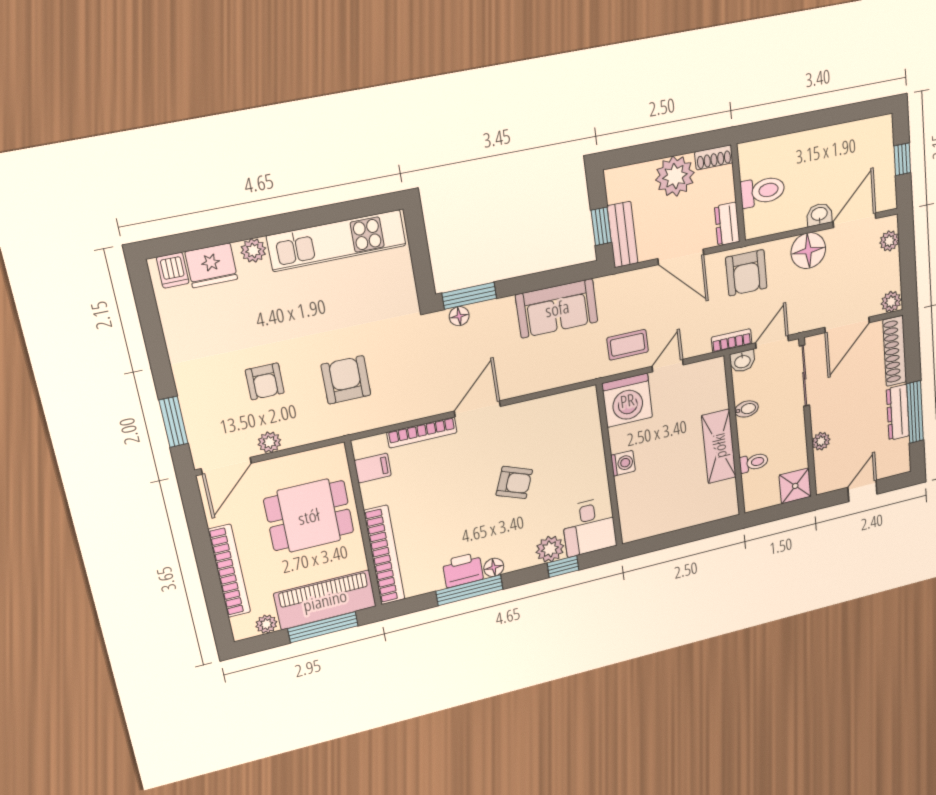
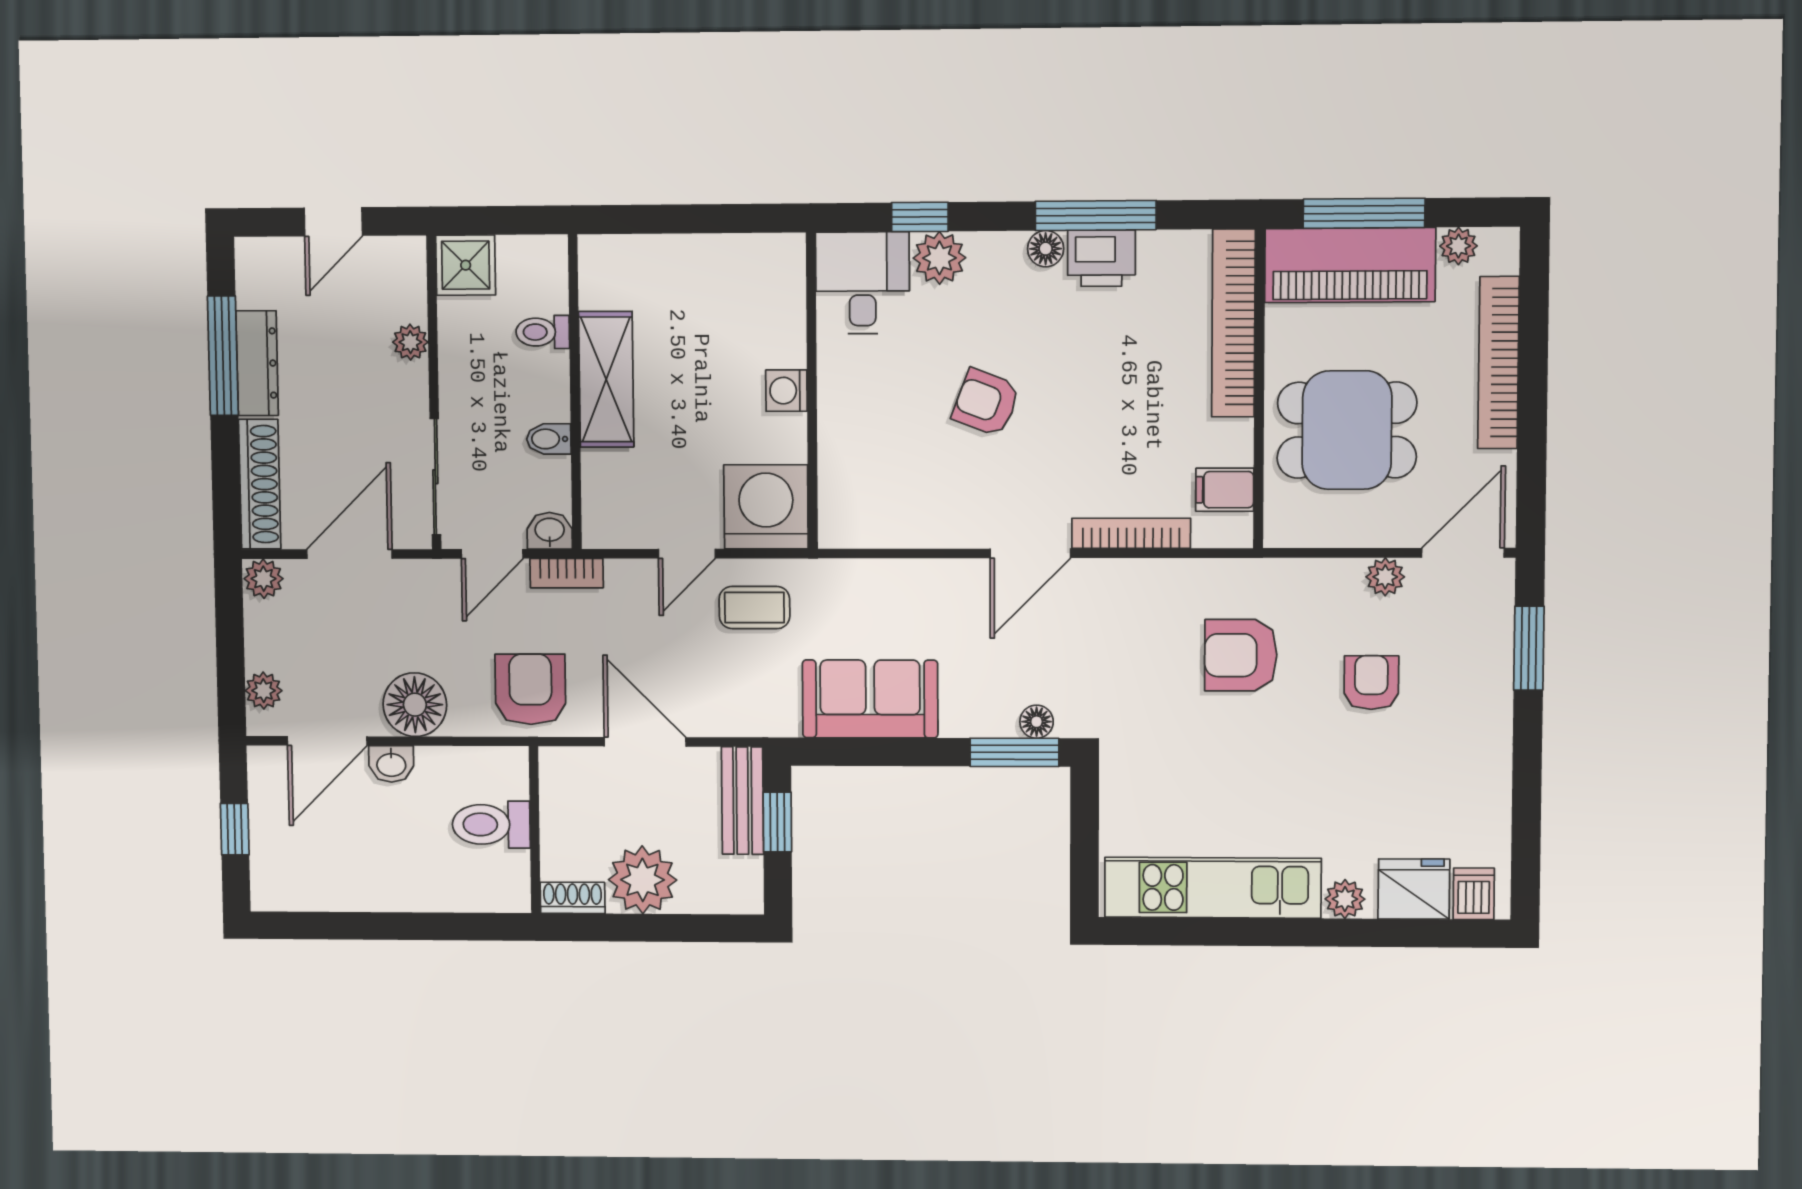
dresser: (727, 224) -> (558, 781), removed
armchair: (346, 380) -> (1241, 655), turned 90

